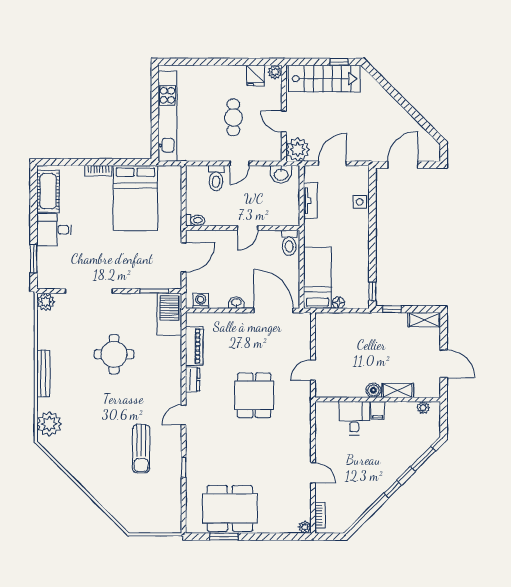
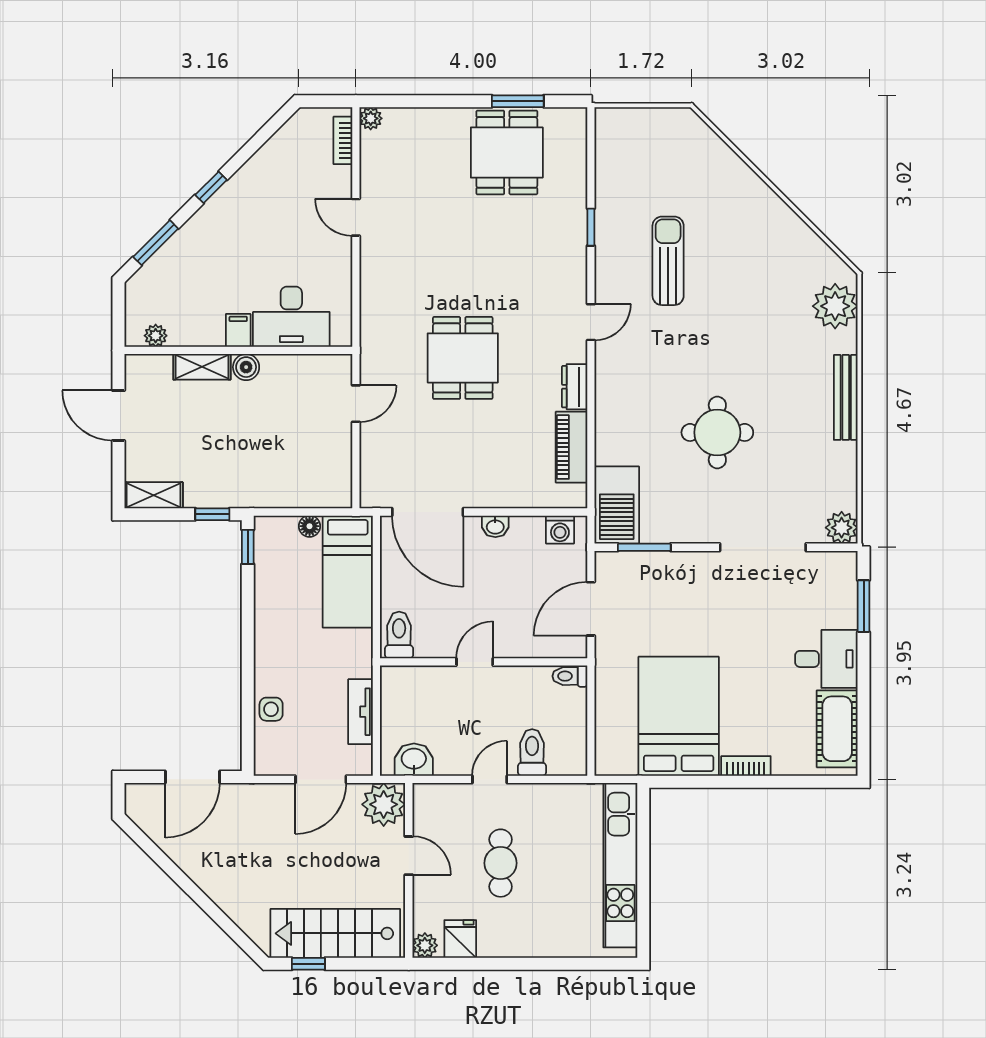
desk: (354, 418) -> (291, 317), width x1.37
dining table: (230, 508) -> (507, 152), width x0.73

